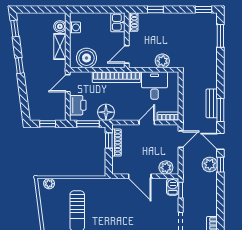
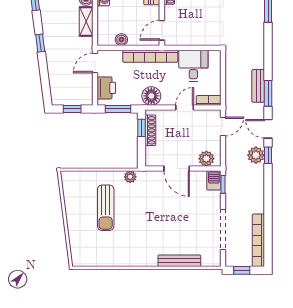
boiler: (86, 58) -> (121, 40), width x0.54, depth x0.54
plant: (162, 61) -> (202, 38), removed
floor lamp: (106, 112) -> (151, 96), moved
plant: (49, 184) -> (130, 177), moved

